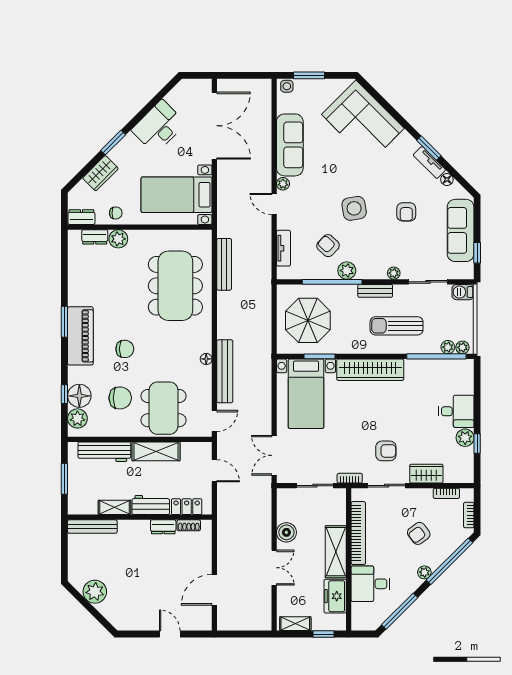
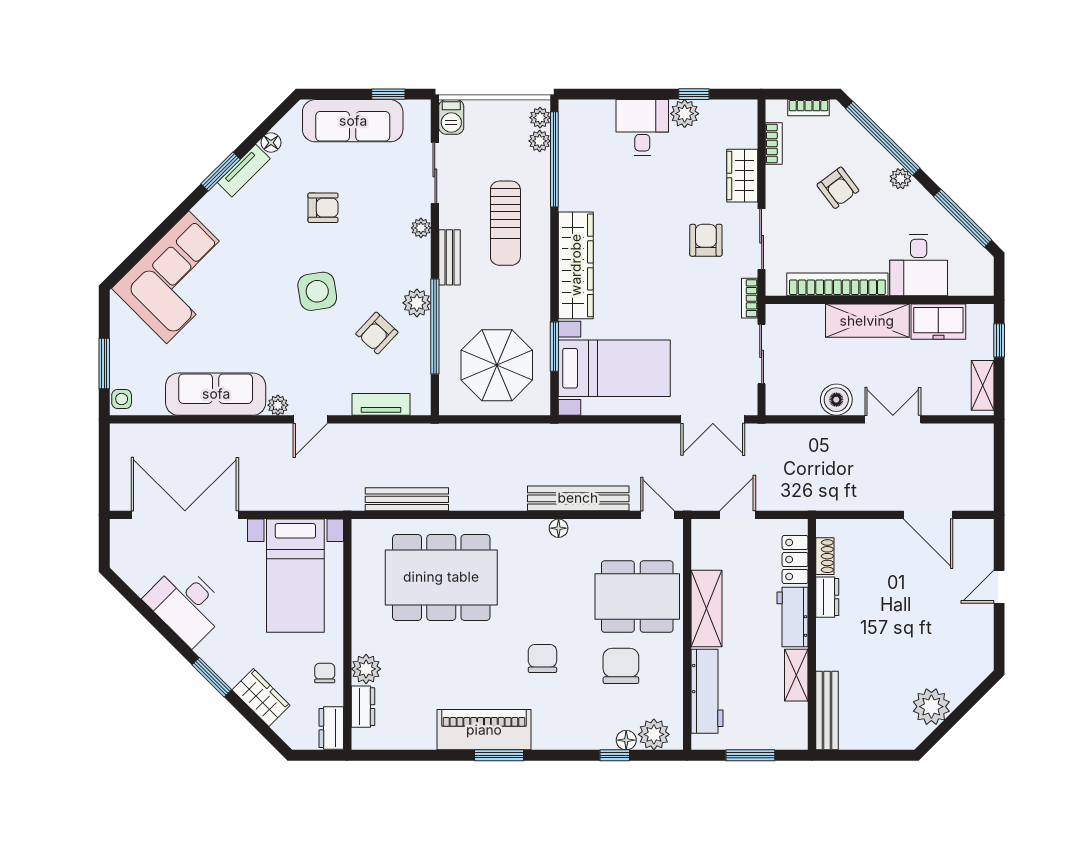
piano: (80, 336) -> (484, 730), moved
floor lamp: (79, 396) -> (626, 740), width x0.53, depth x0.53

